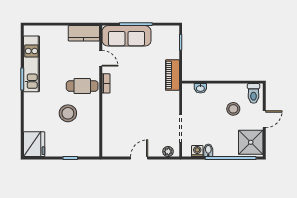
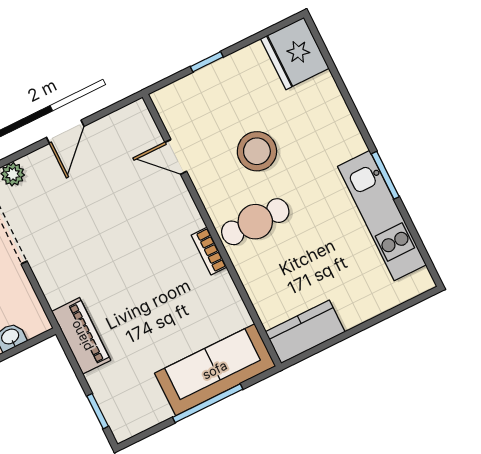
door: (101, 58) -> (176, 157), moved

